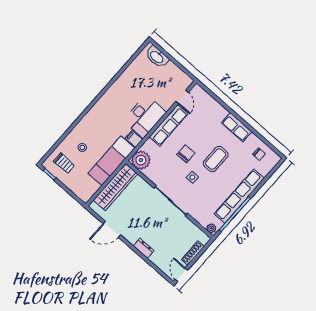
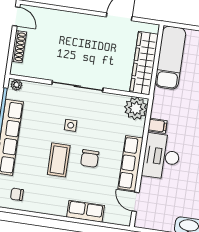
row of seats: (237, 127) -> (86, 211), moved
chair: (186, 154) -> (90, 159), moved
exam couch: (111, 161) -> (170, 58), moved
dresser: (144, 248) -> (73, 18), removed

